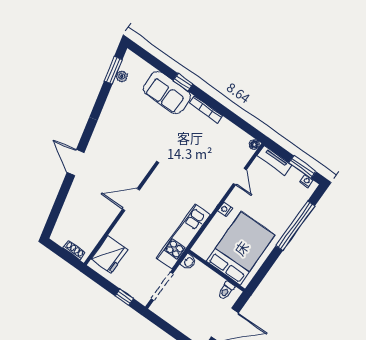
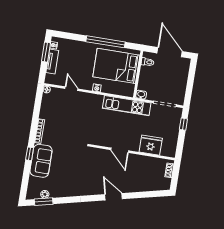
tv unit: (274, 160) -> (52, 62), moved
door: (76, 162) -> (114, 197), swing flipped
door: (240, 177) -> (71, 89), hinge flipped
window: (295, 226) -> (106, 42), moved
fridge: (109, 254) -> (151, 145), moved

